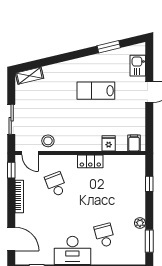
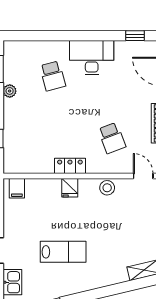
stool: (48, 141) -> (107, 188), moved
fridge: (109, 143) -> (70, 188), moved

